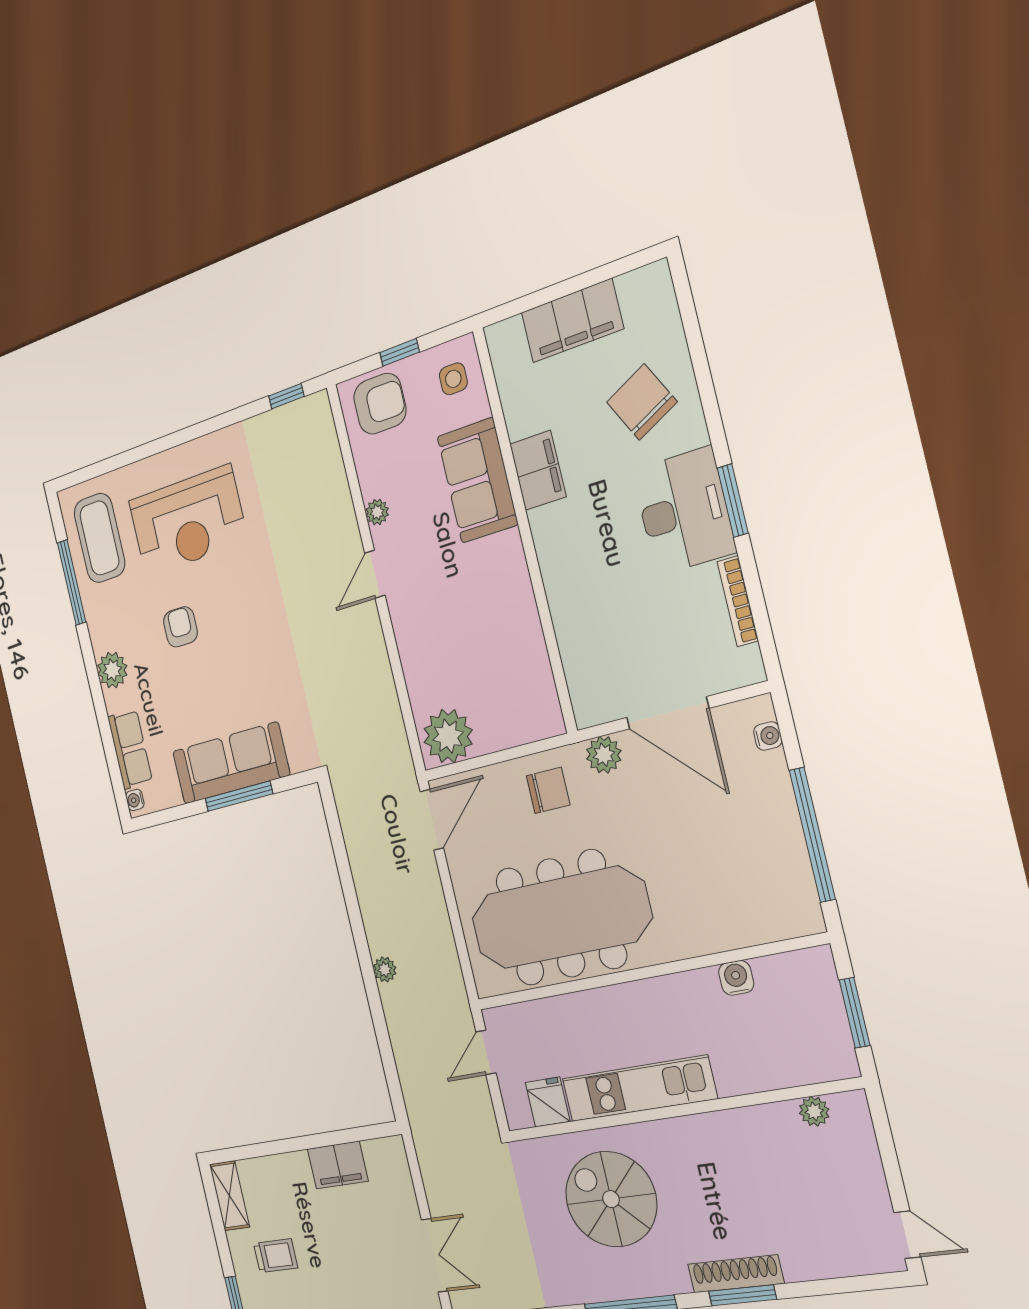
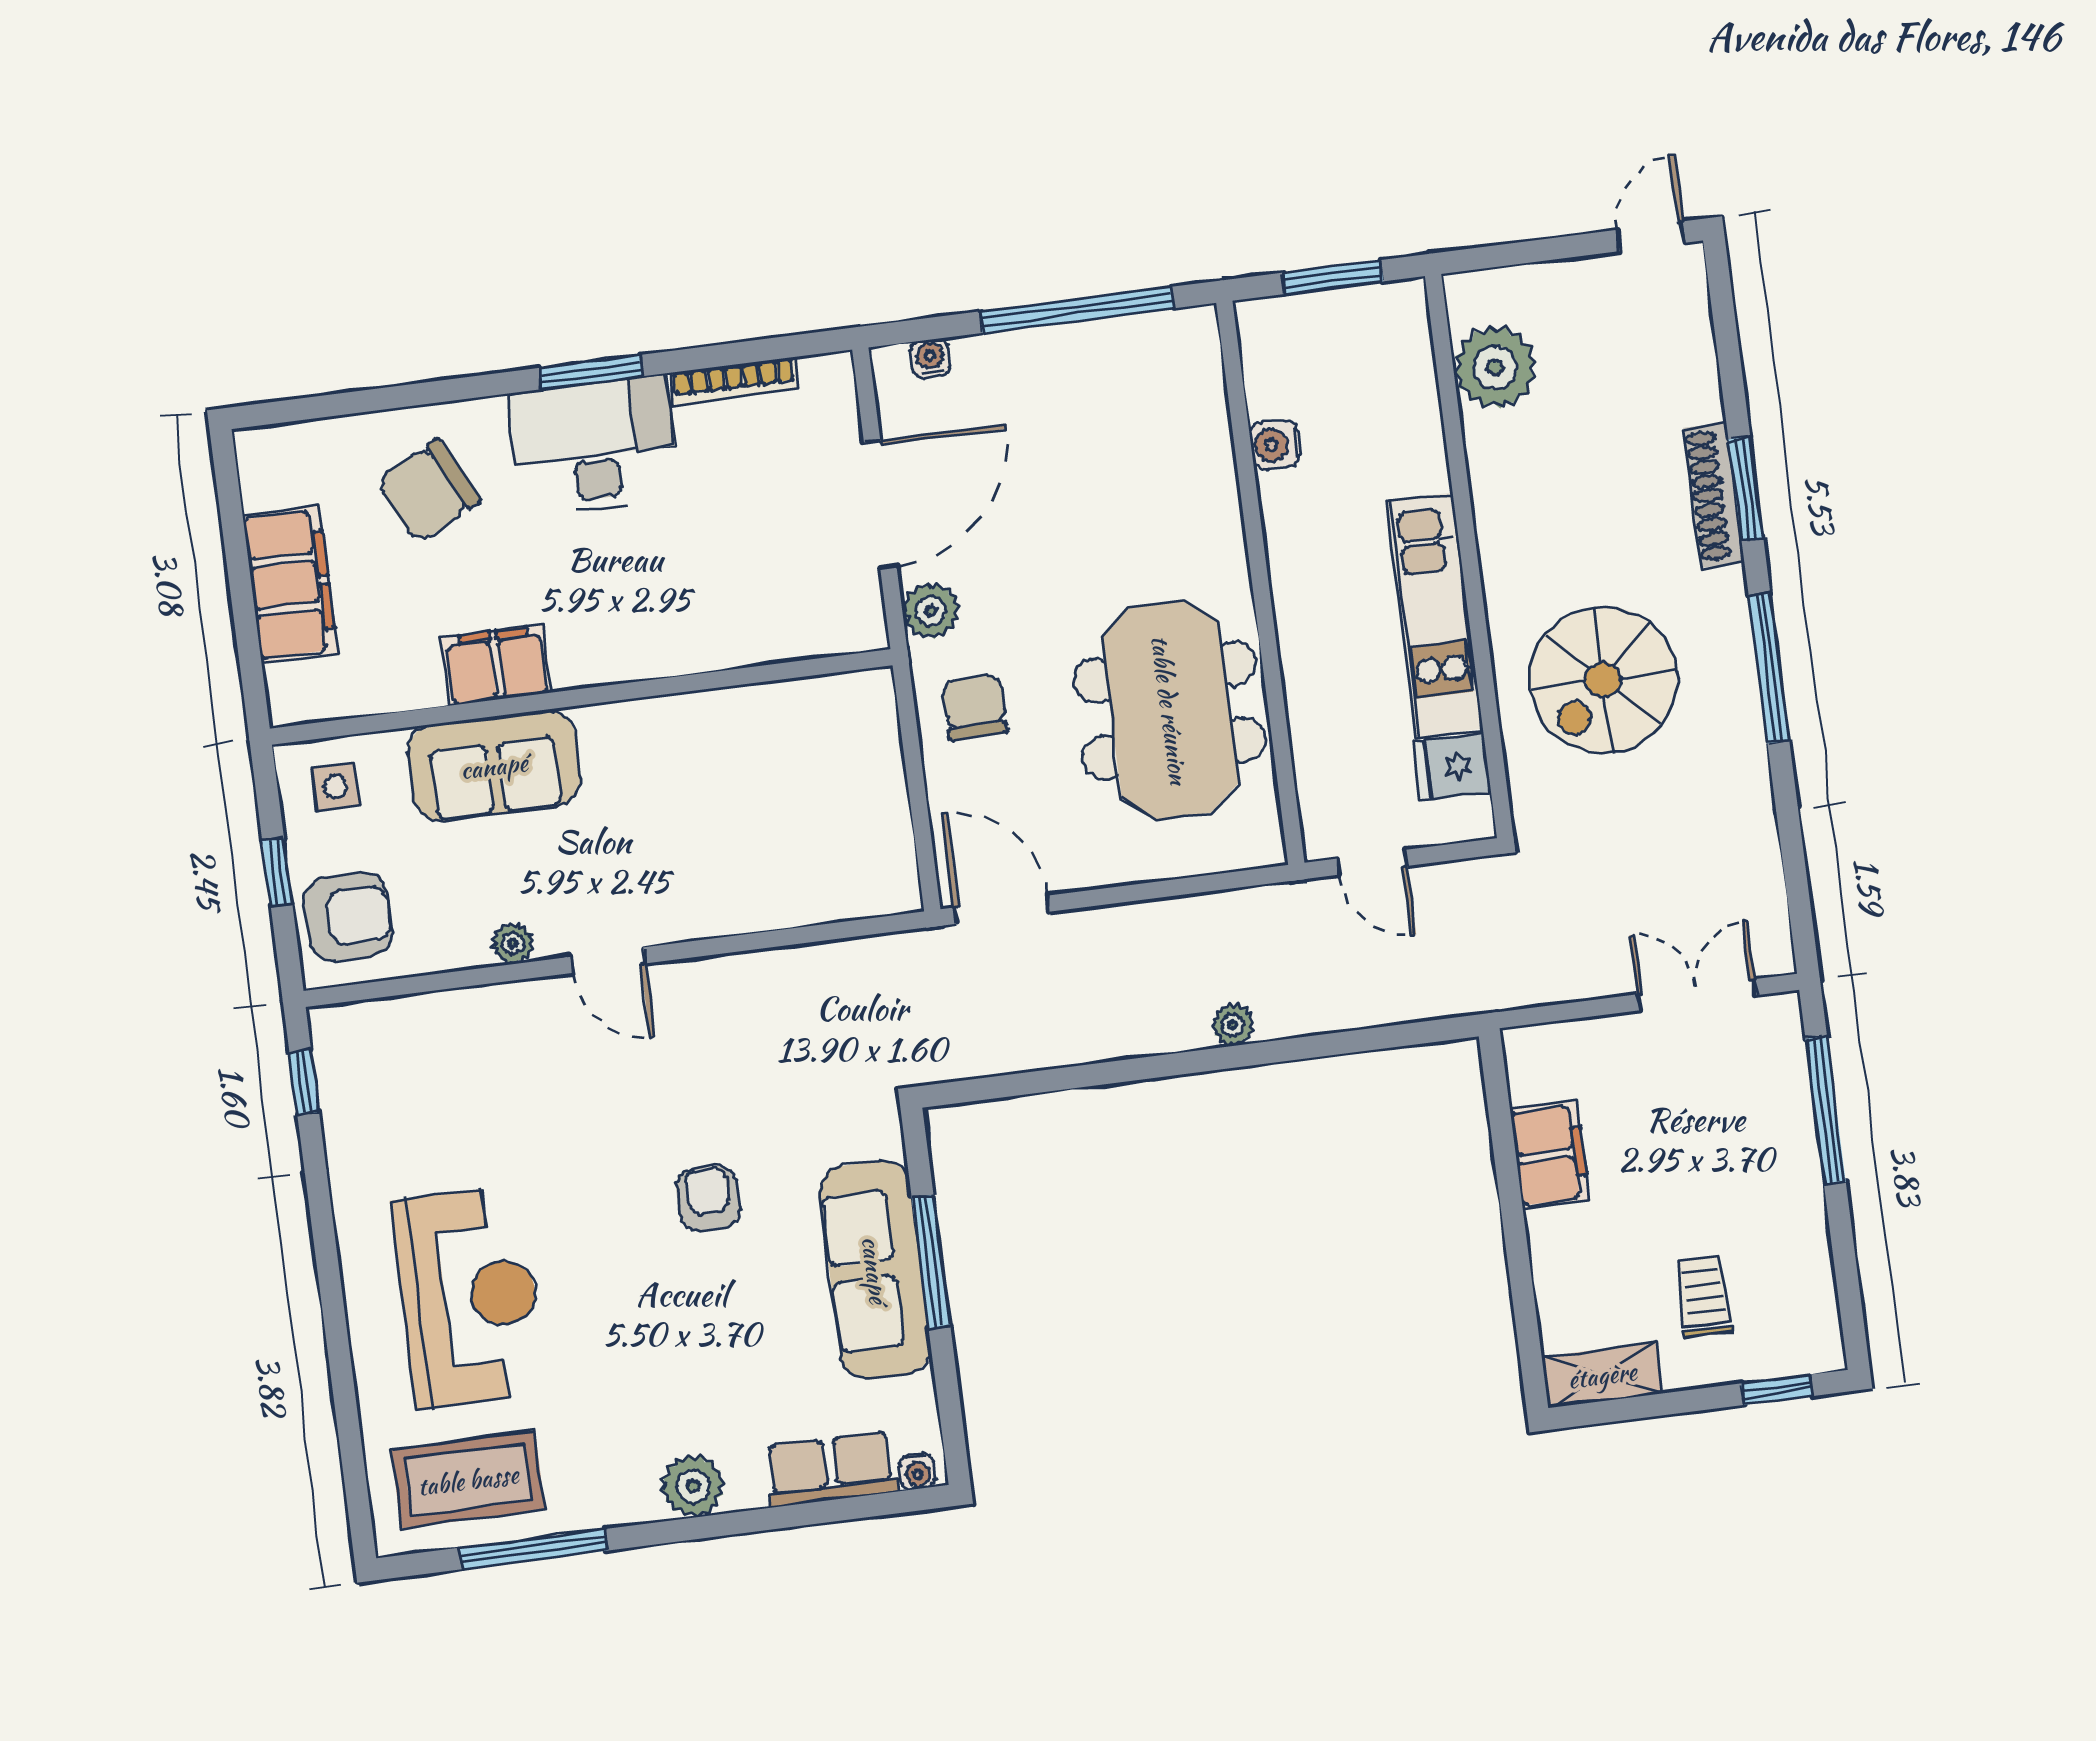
armchair: (380, 404) -> (348, 917), turned 90
armchair: (180, 627) -> (708, 1198), moved, turned 90
plant: (448, 736) -> (875, 865), removed
meeting table: (561, 918) -> (1170, 710), width x0.73
plant: (814, 1111) -> (1495, 367), width x1.88, depth x1.88

